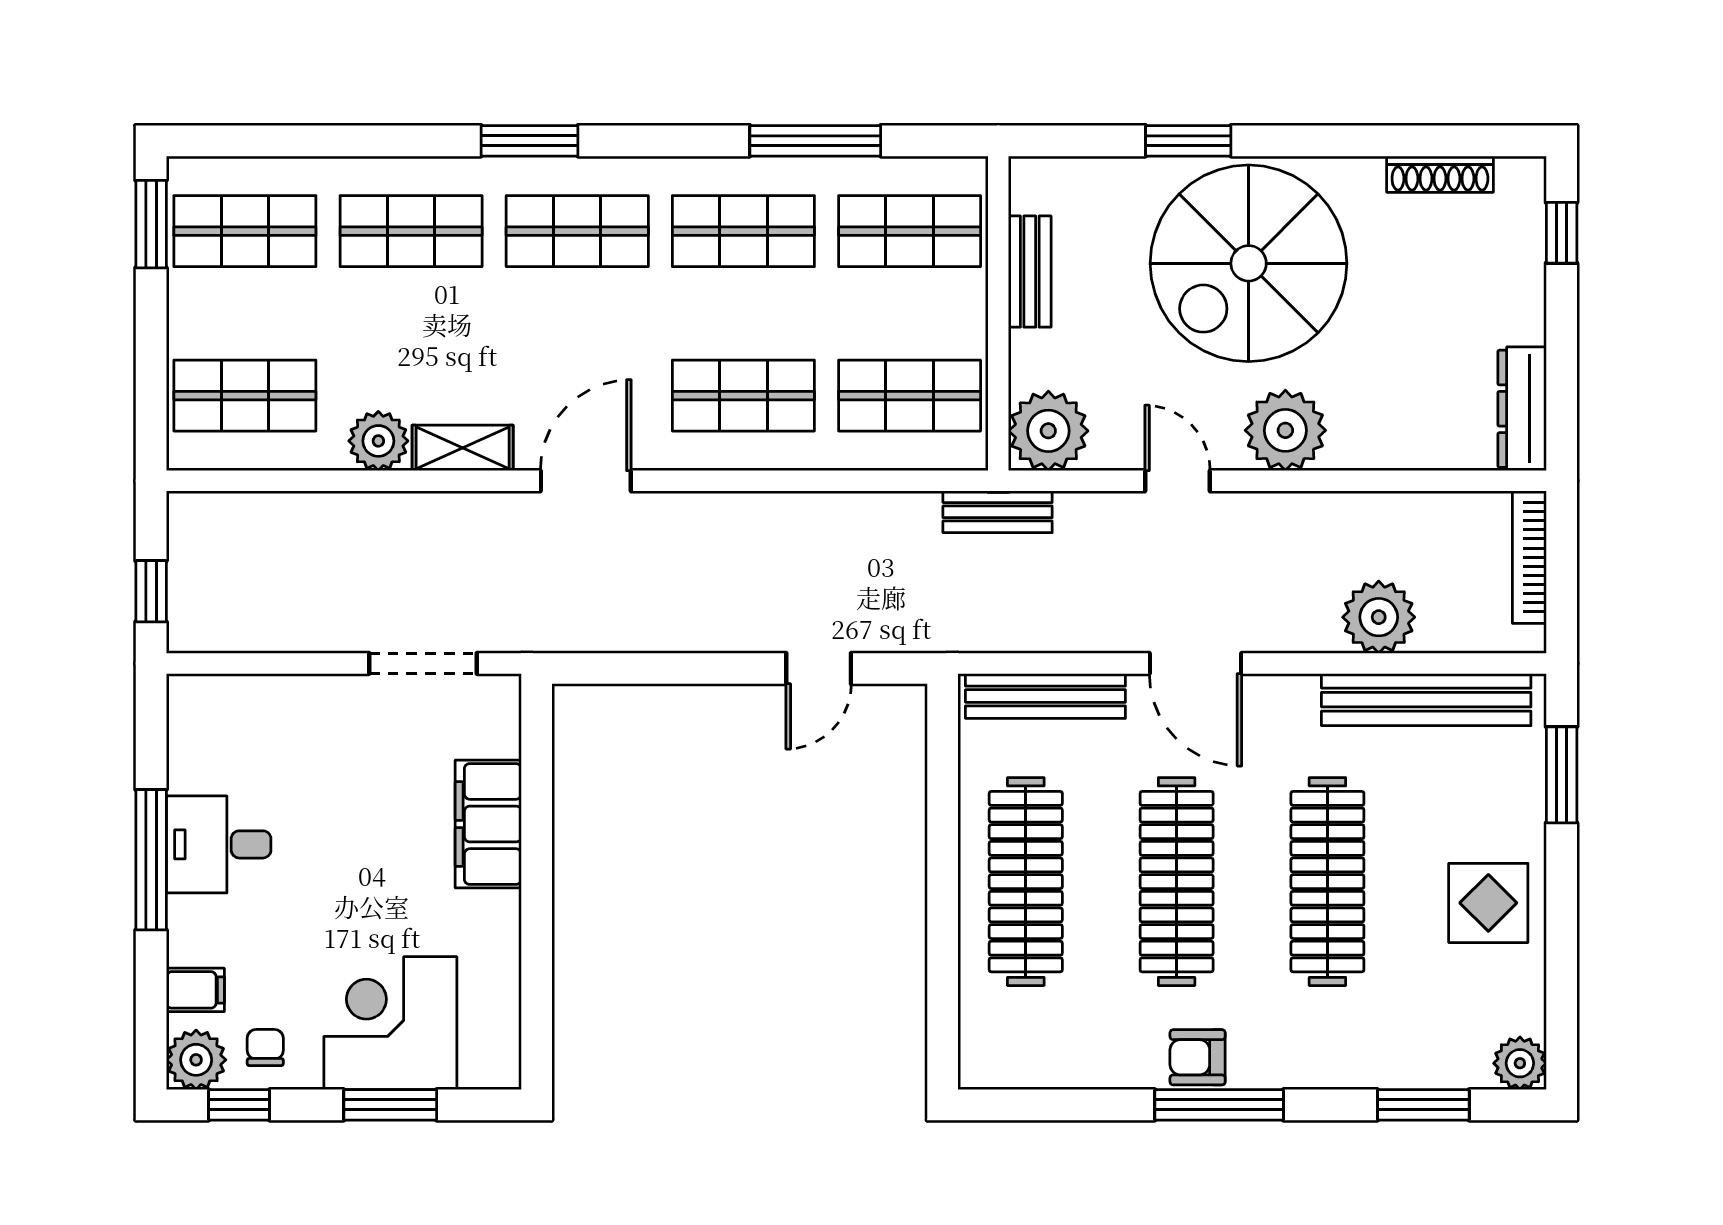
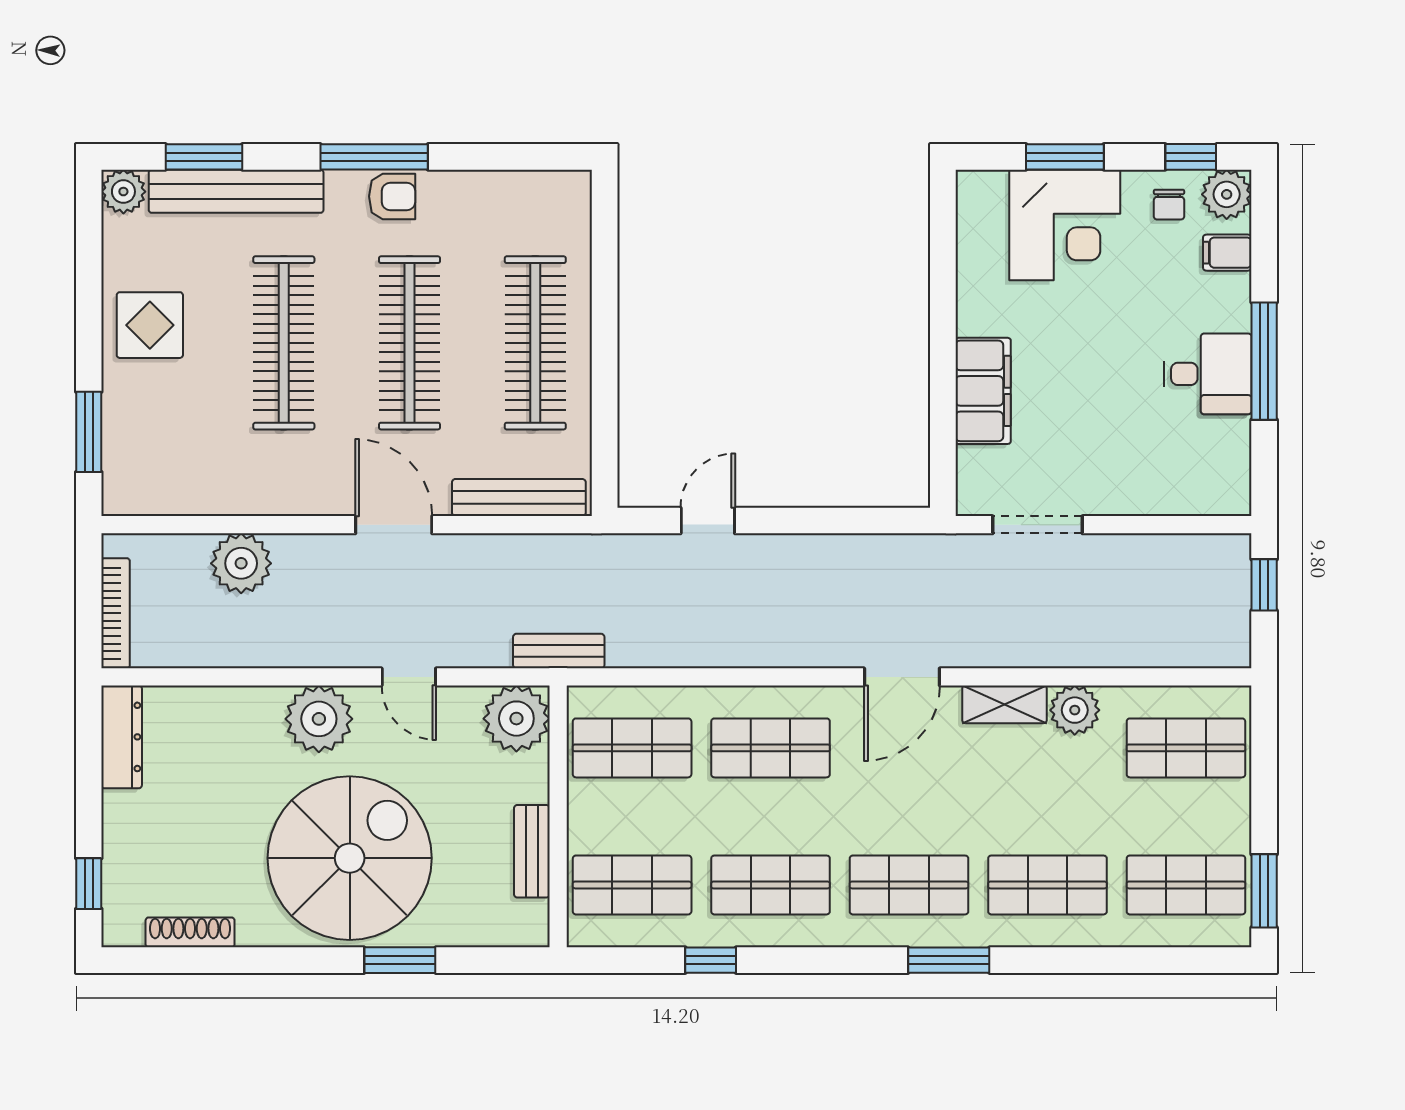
window: (815, 141) -> (711, 960), width x0.46
bench: (1426, 700) -> (236, 191), moved

